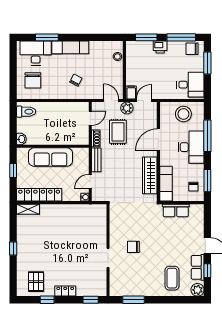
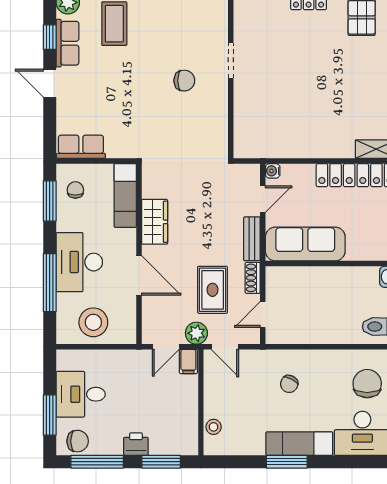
window: (47, 37) -> (287, 462), moved
desk: (190, 85) -> (81, 394), moved
door: (158, 140) -> (139, 275), hinge flipped
sofa: (50, 157) -> (305, 244), moved
wardrobe: (150, 175) -> (155, 222), width x0.67
row of seats: (176, 210) -> (81, 147), moved

